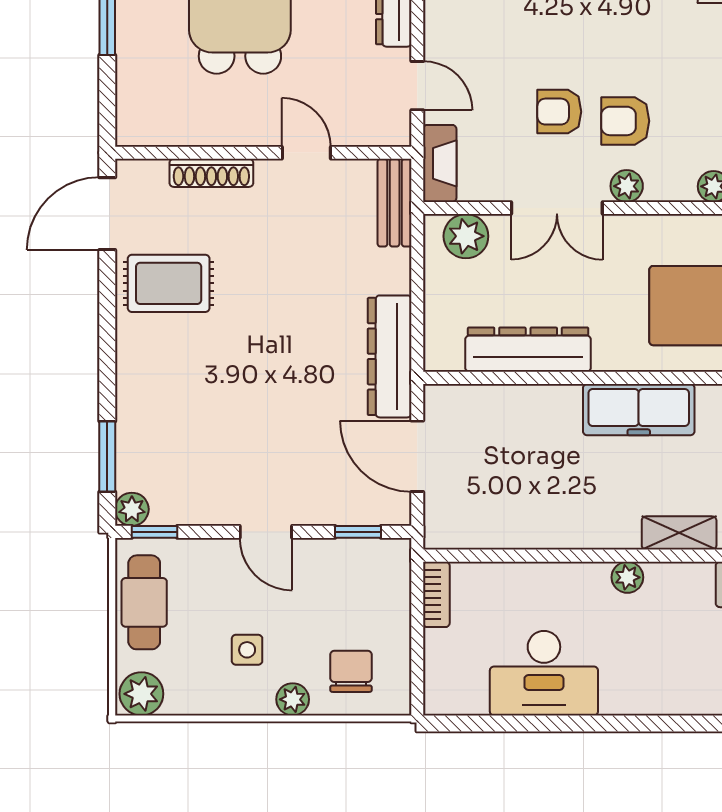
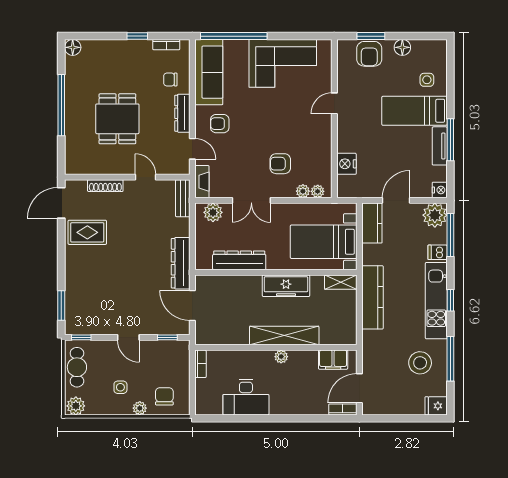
armchair: (559, 112) -> (220, 124), moved
plant: (627, 186) -> (303, 191), moved
plant: (132, 509) -> (72, 328), removed
shelving: (679, 533) -> (284, 335), width x2.20, depth x1.33

